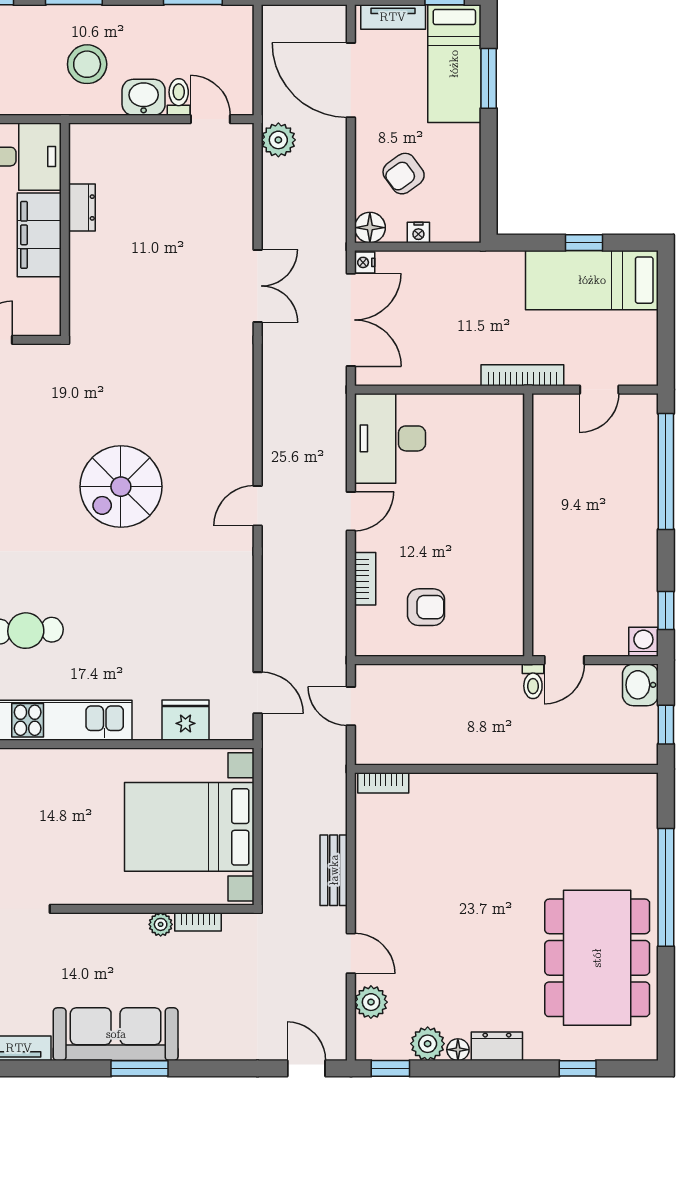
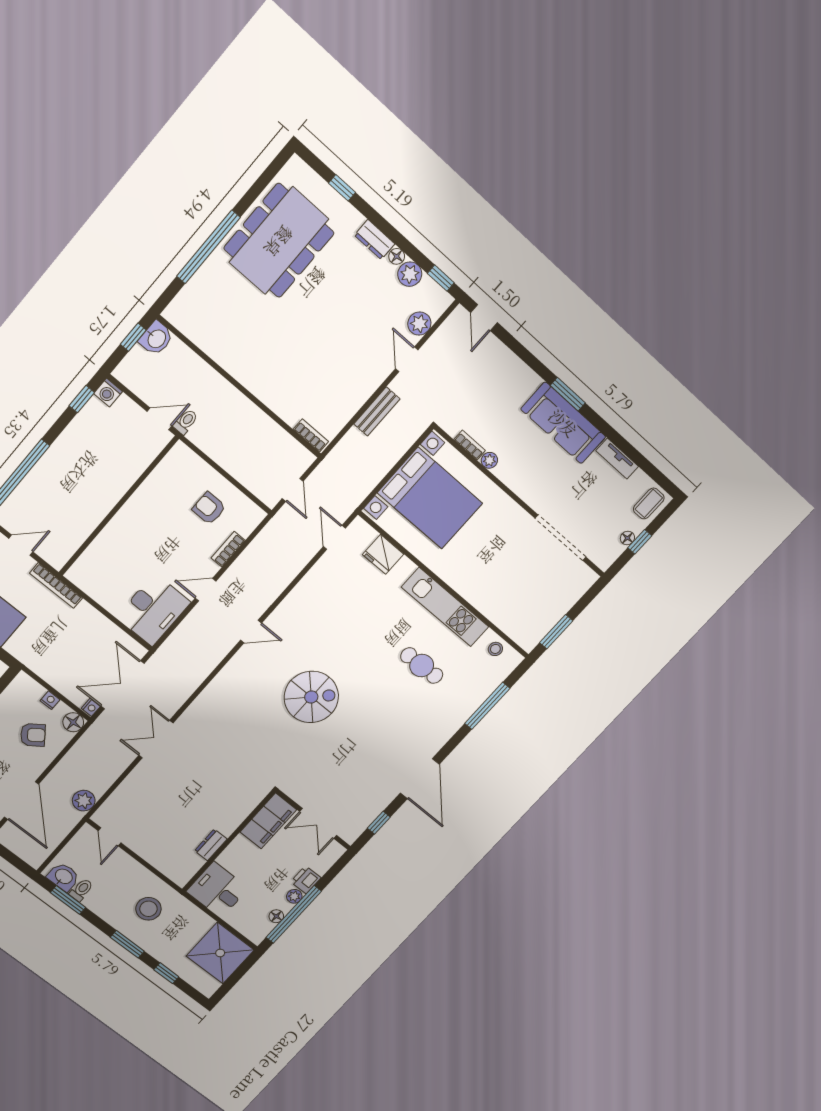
washbasin: (144, 97) -> (63, 877), moved, turned 180
toilet: (179, 97) -> (81, 890), moved, turned 180
filing cabinet: (39, 235) -> (268, 821), moved
washbasin: (640, 685) -> (156, 338), moved

